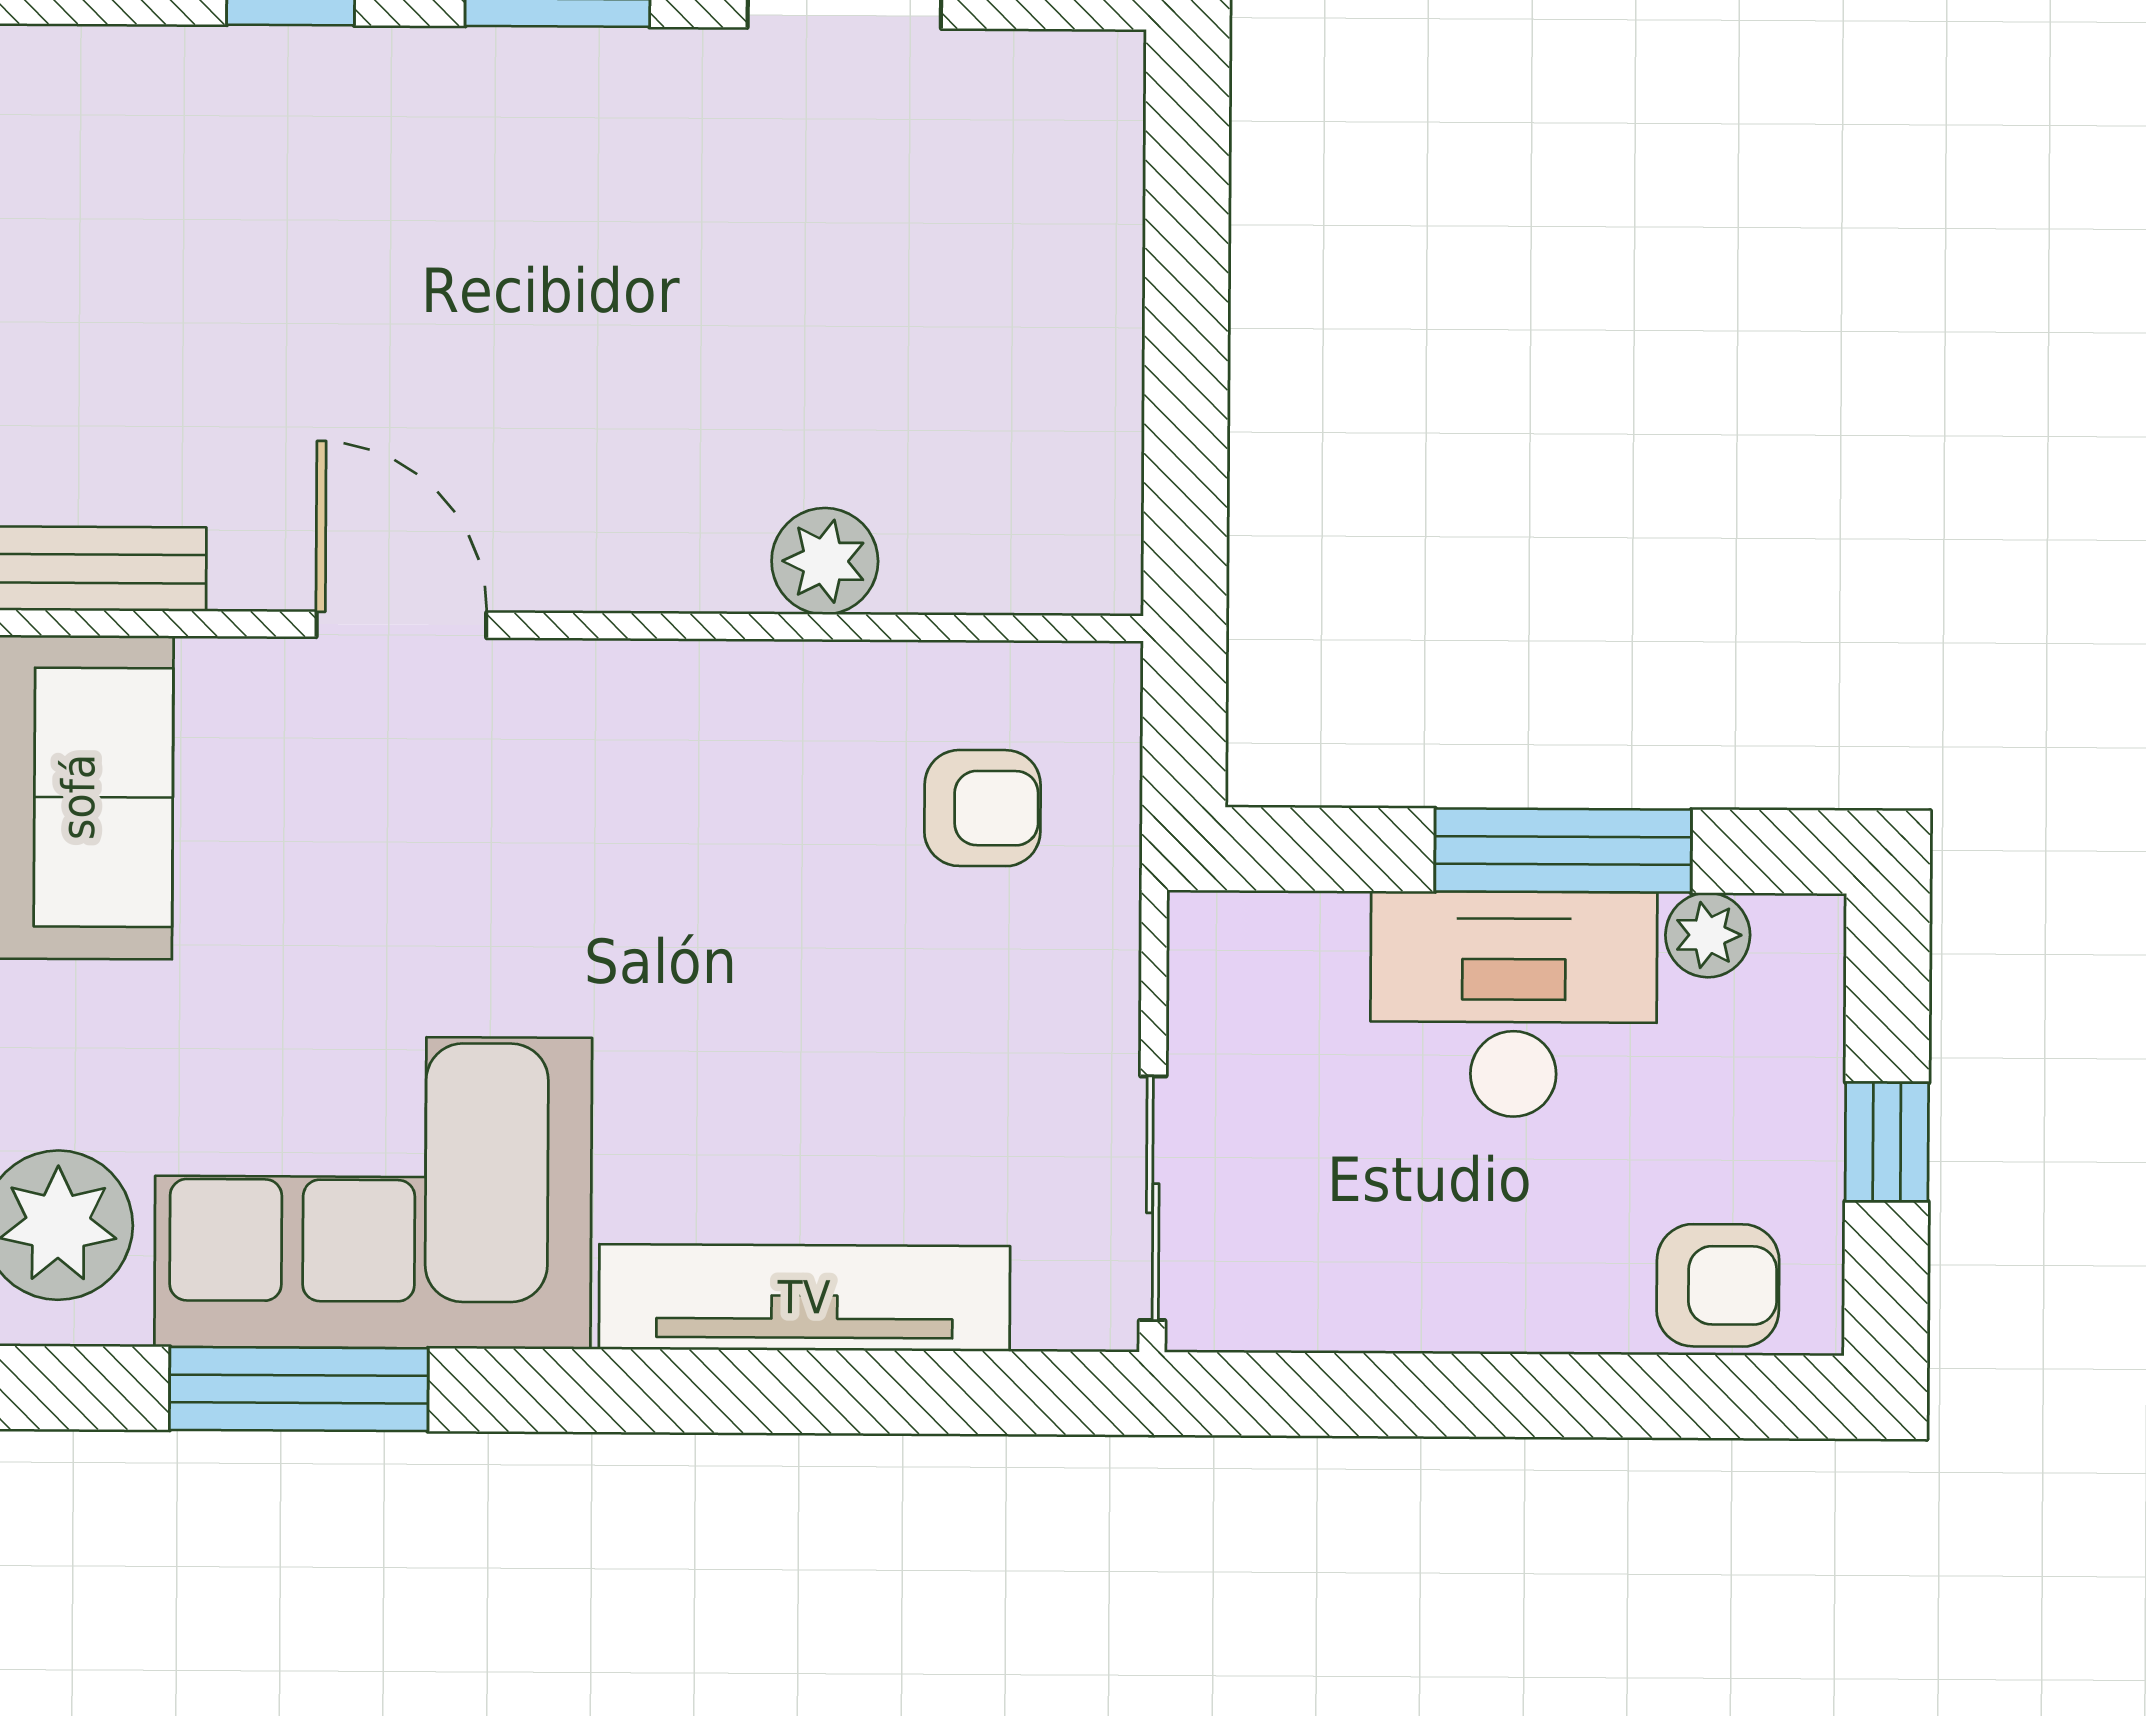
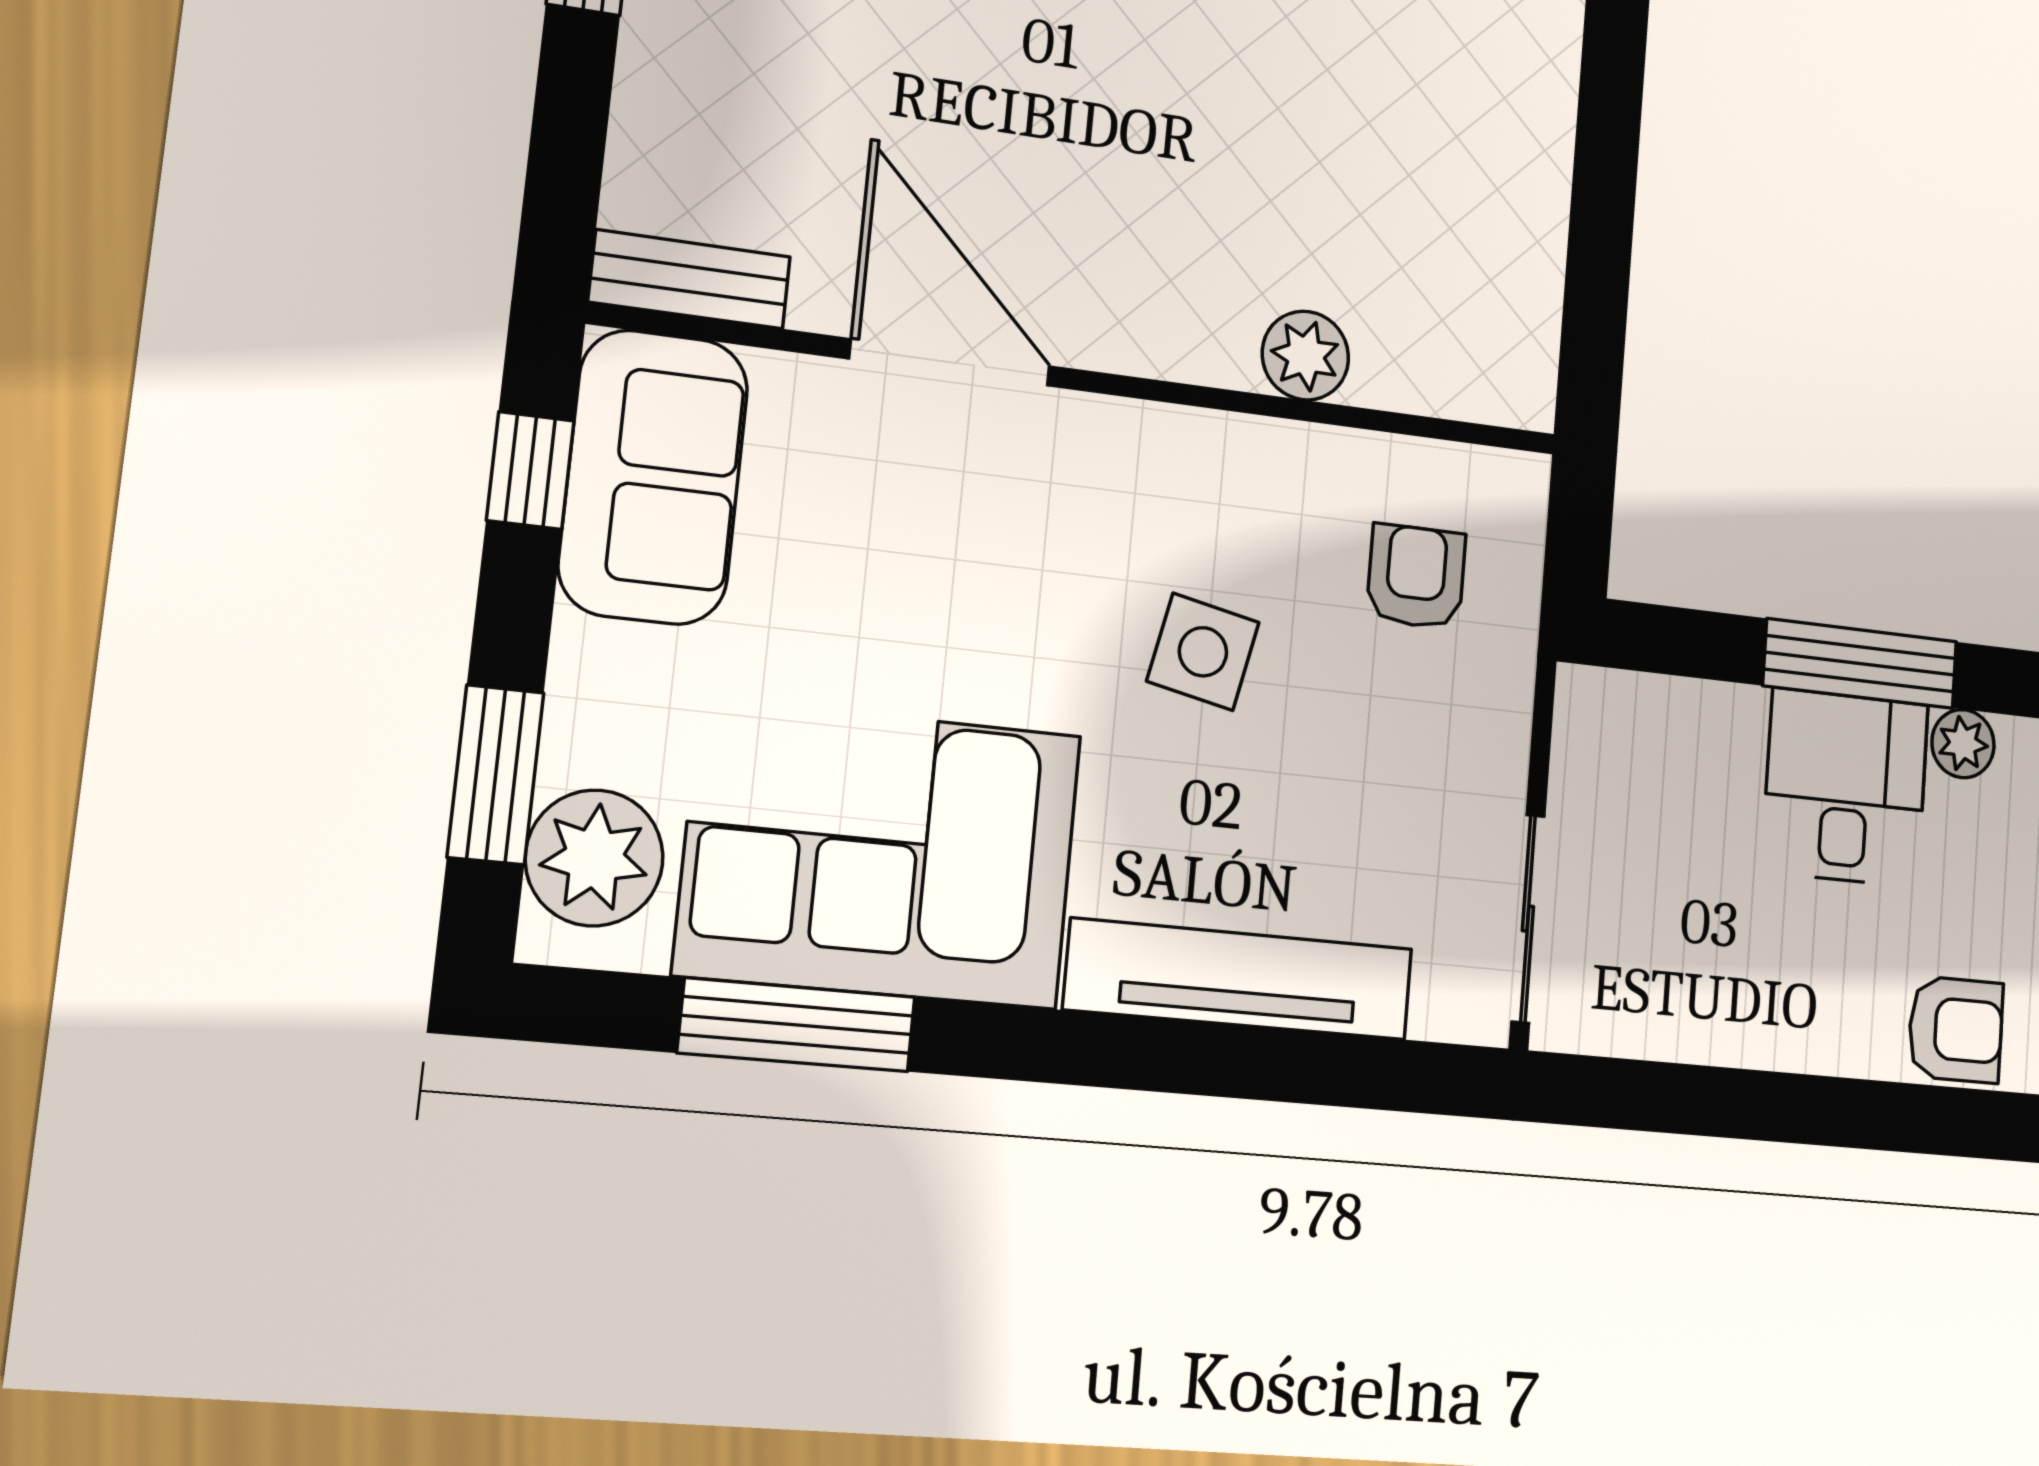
door: (401, 625) -> (950, 362), width x1.36
armchair: (982, 808) -> (1416, 577), turned -90
side table: (729, 925) -> (1203, 652), added
desk: (1514, 1004) -> (1845, 788), width x0.73

